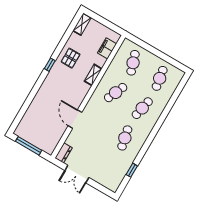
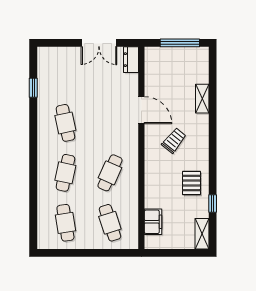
window: (50, 65) -> (213, 204), moved
shelving: (93, 75) -> (202, 99), moved
trolley: (66, 90) -> (174, 140), added
double door: (77, 174) -> (99, 43), swing flipped

